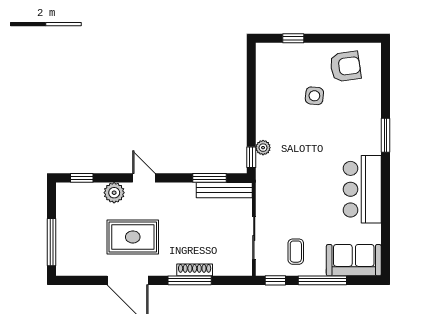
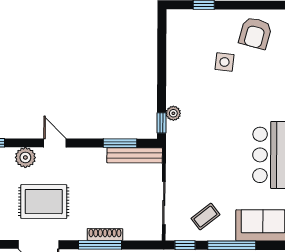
armchair: (345, 66) -> (255, 33), turned 113
coffee table: (296, 252) -> (205, 217), turned 52

